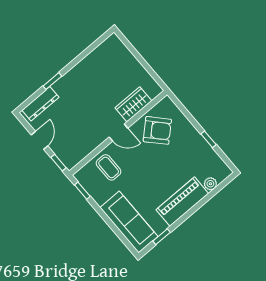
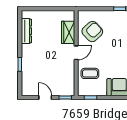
dresser: (40, 104) -> (26, 31), moved

